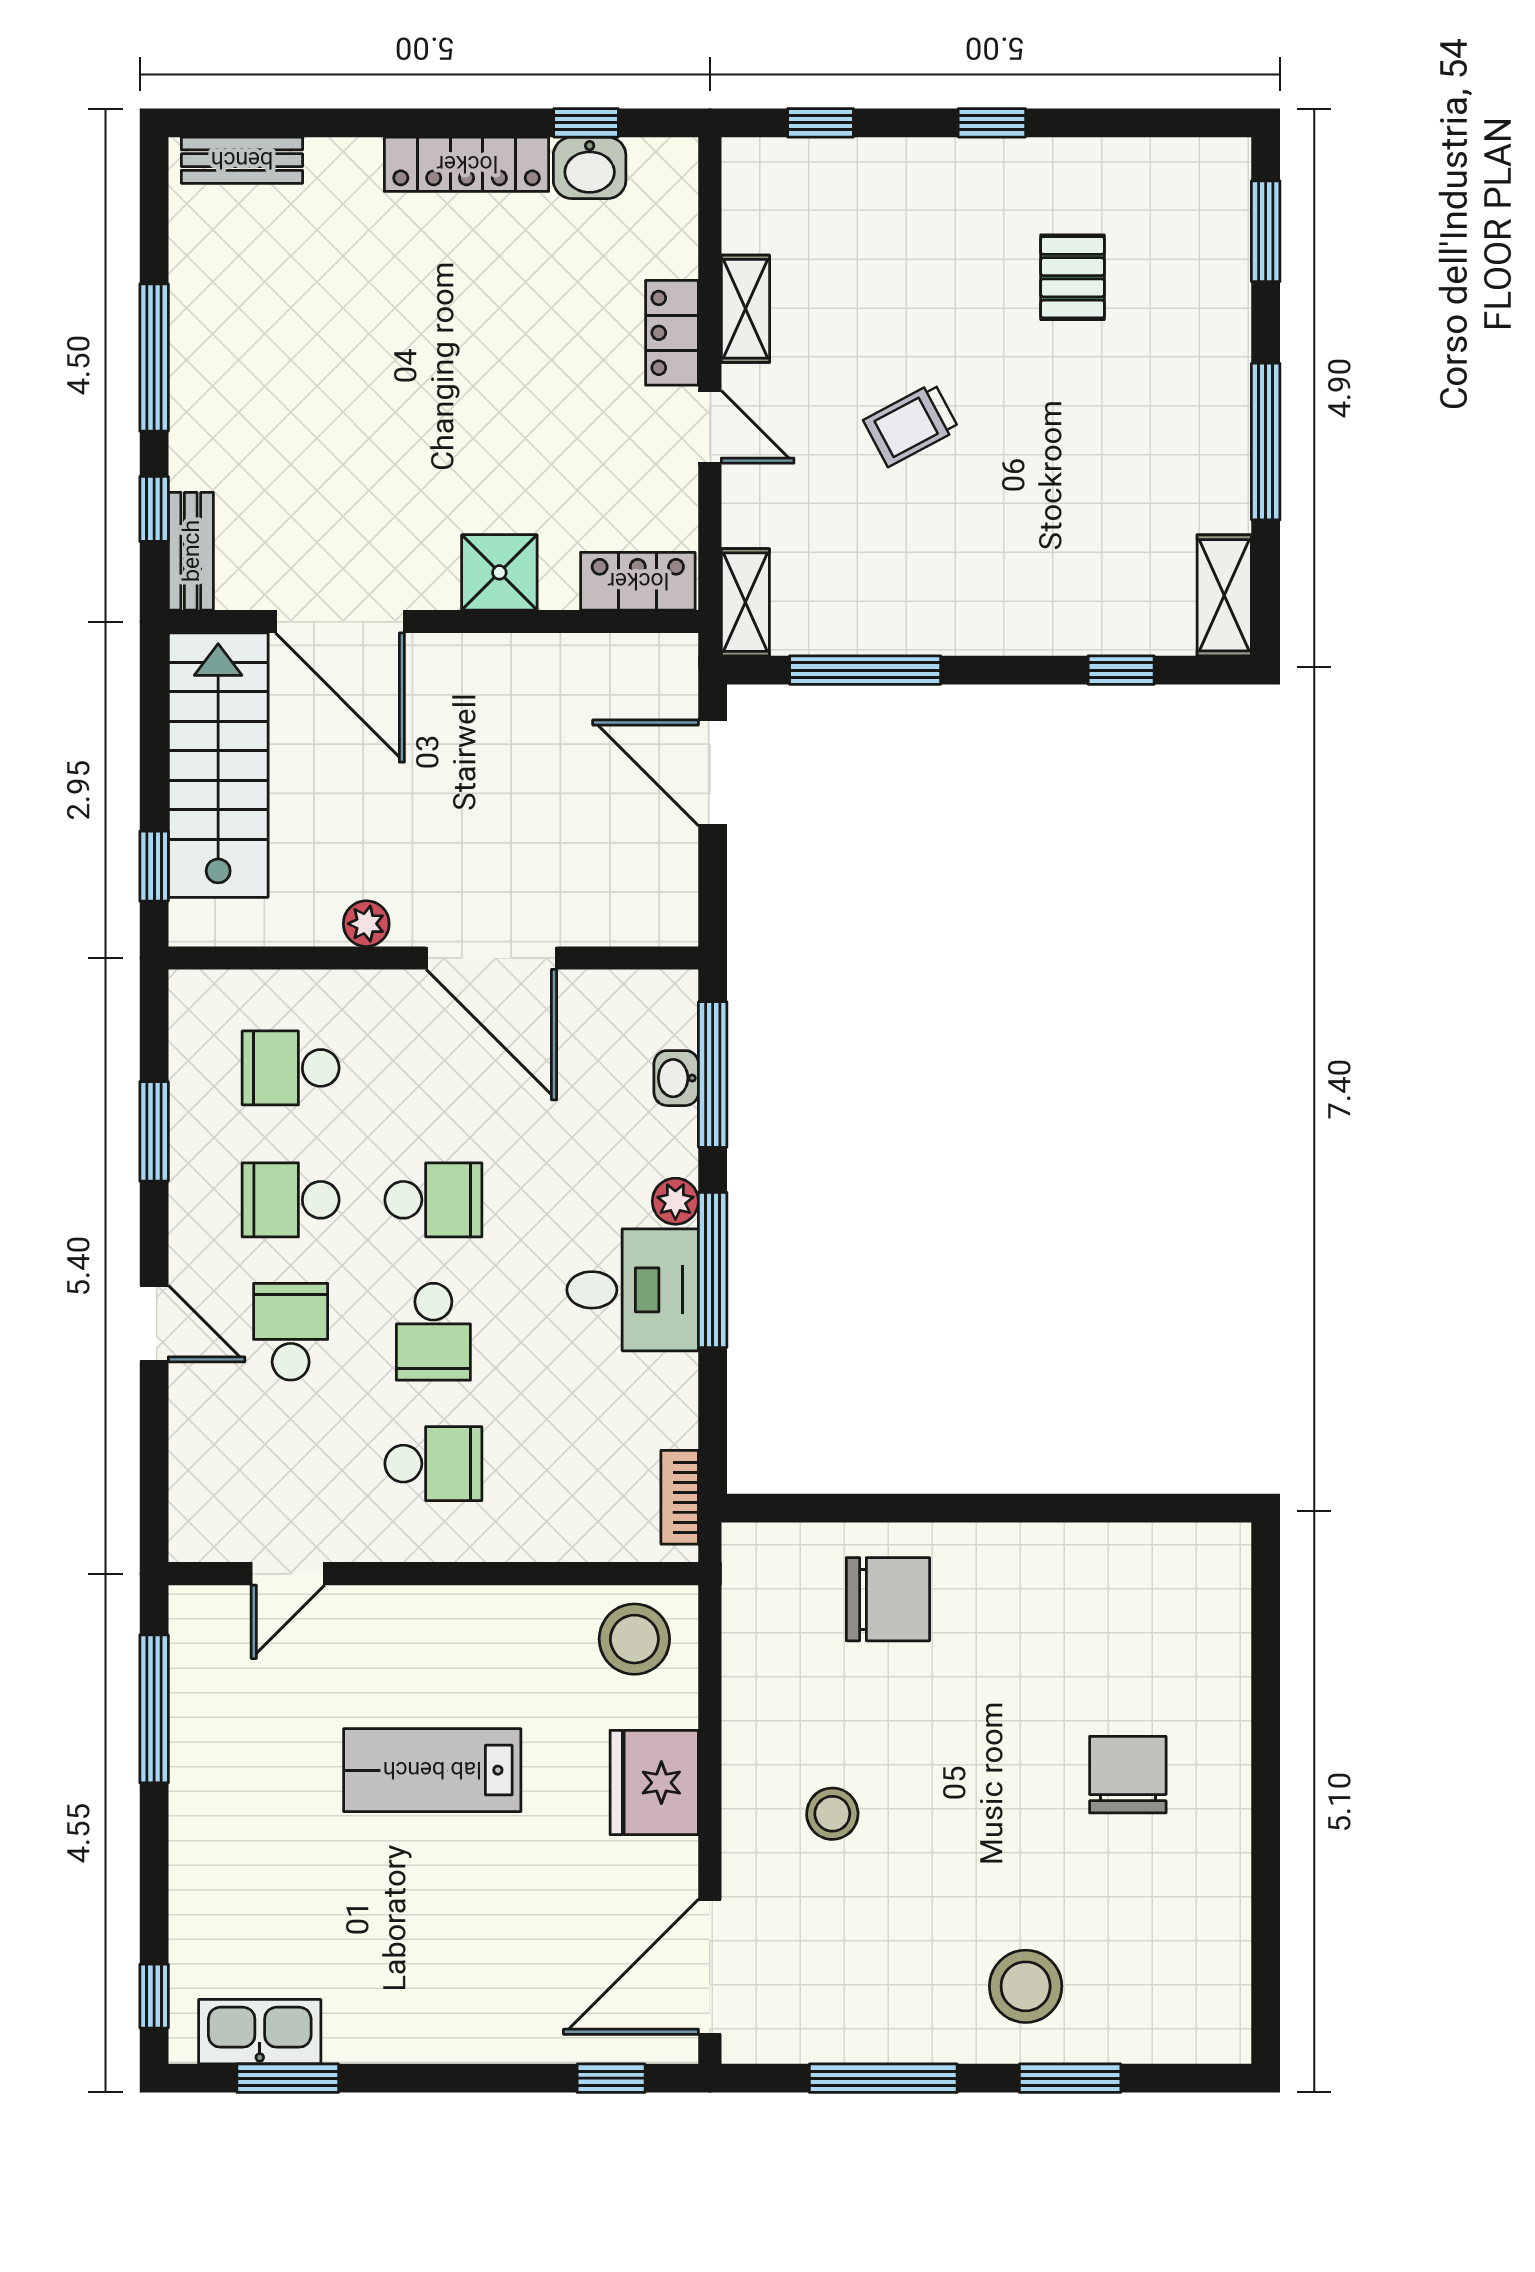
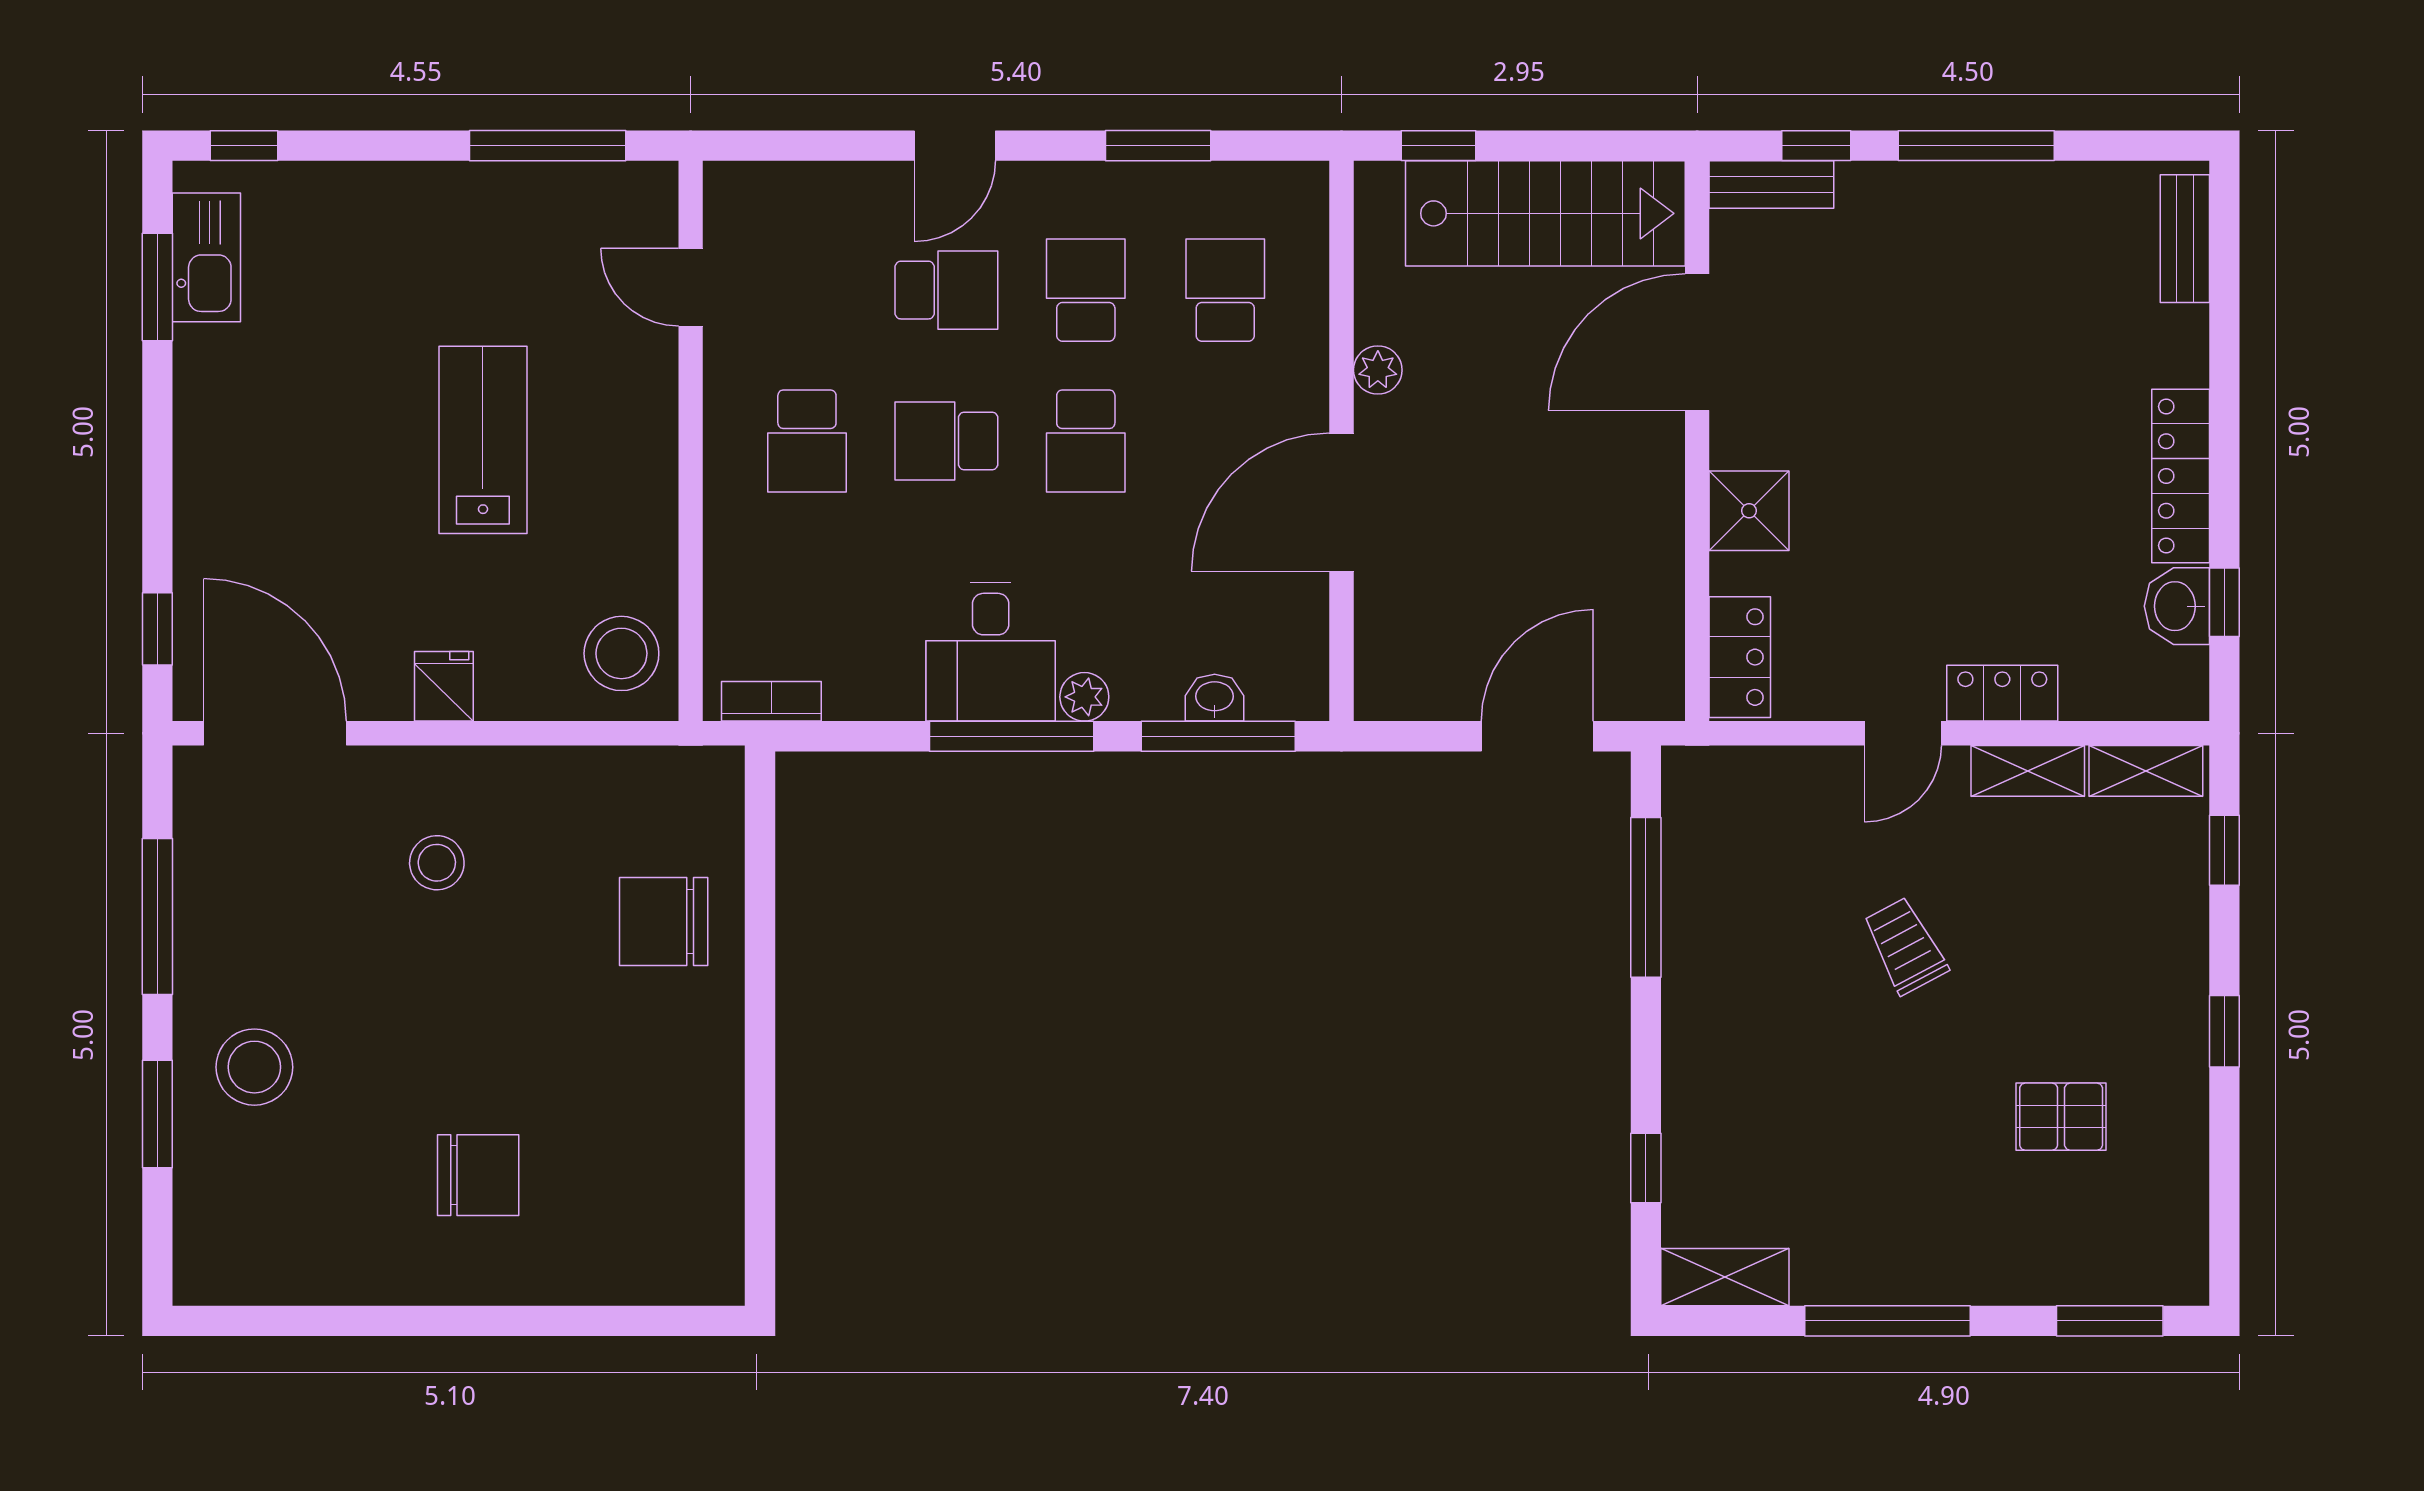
shelving: (745, 602) -> (2146, 771), moved
chair: (888, 1599) -> (664, 922), turned 90
fridge: (654, 1783) -> (444, 686), width x0.53, depth x0.75

